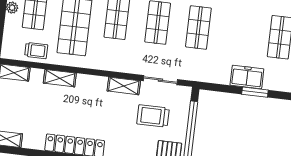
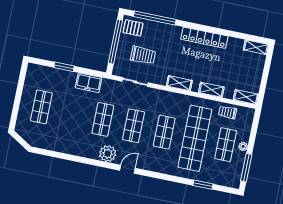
freezer: (247, 77) -> (89, 83), moved
shelving: (124, 86) -> (179, 83), moved

